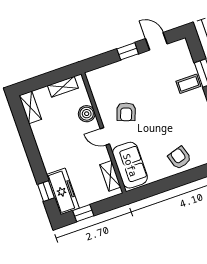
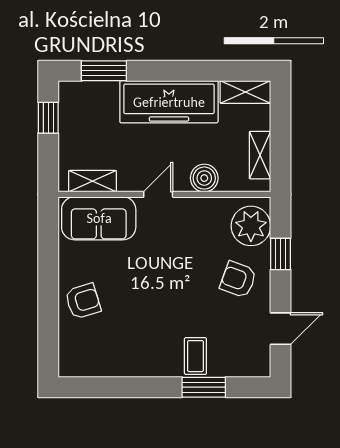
window: (128, 51) -> (281, 254), moved
plant: (104, 78) -> (251, 226), added
armchair: (126, 112) -> (238, 279), moved
window: (46, 191) -> (104, 71), width x1.50
freezer: (63, 191) -> (169, 102), moved, width x1.36, depth x1.26

